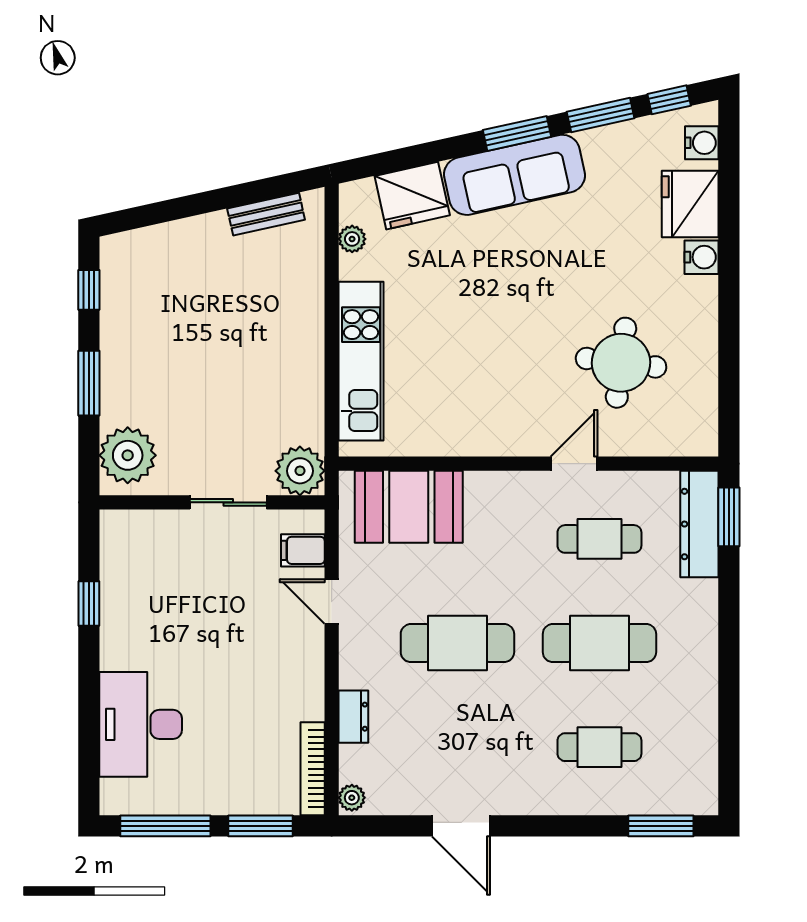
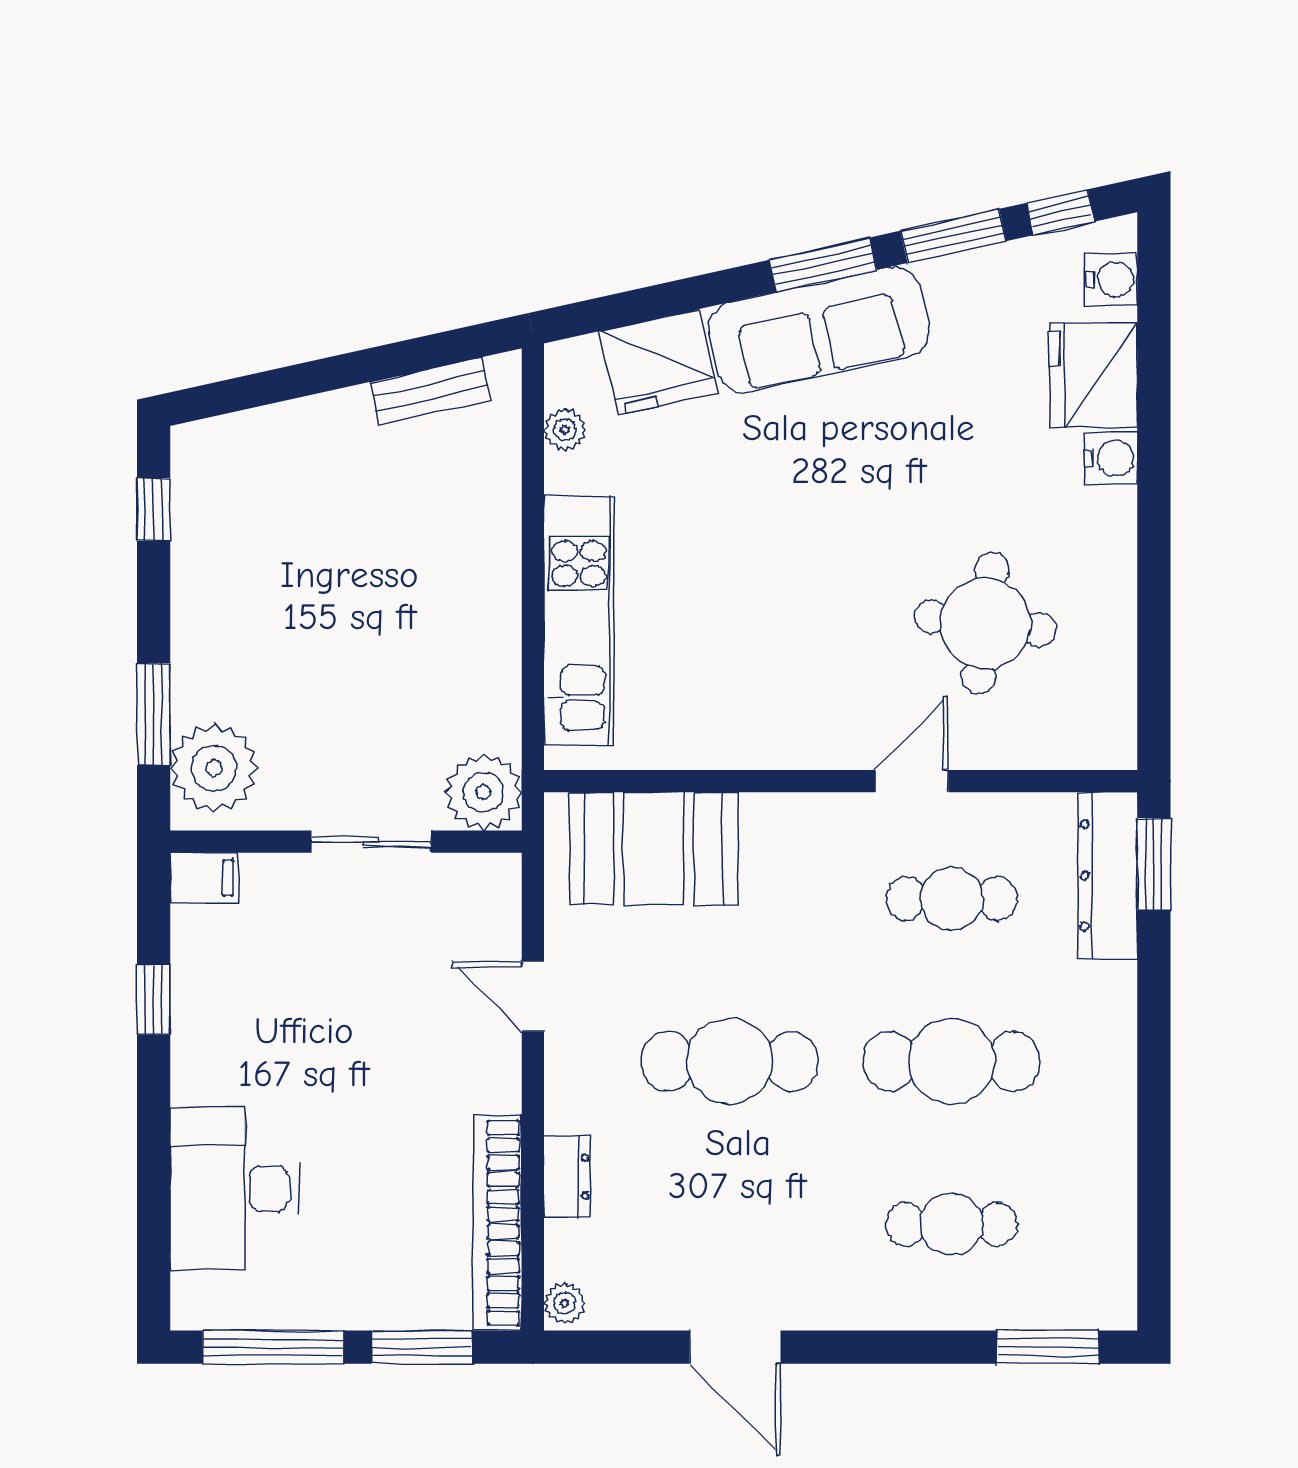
window: (89, 383) -> (154, 714), moved
filing cabinet: (303, 550) -> (204, 878), moved, turned 180
bookcase: (313, 769) -> (497, 1223), width x1.48, depth x1.31

